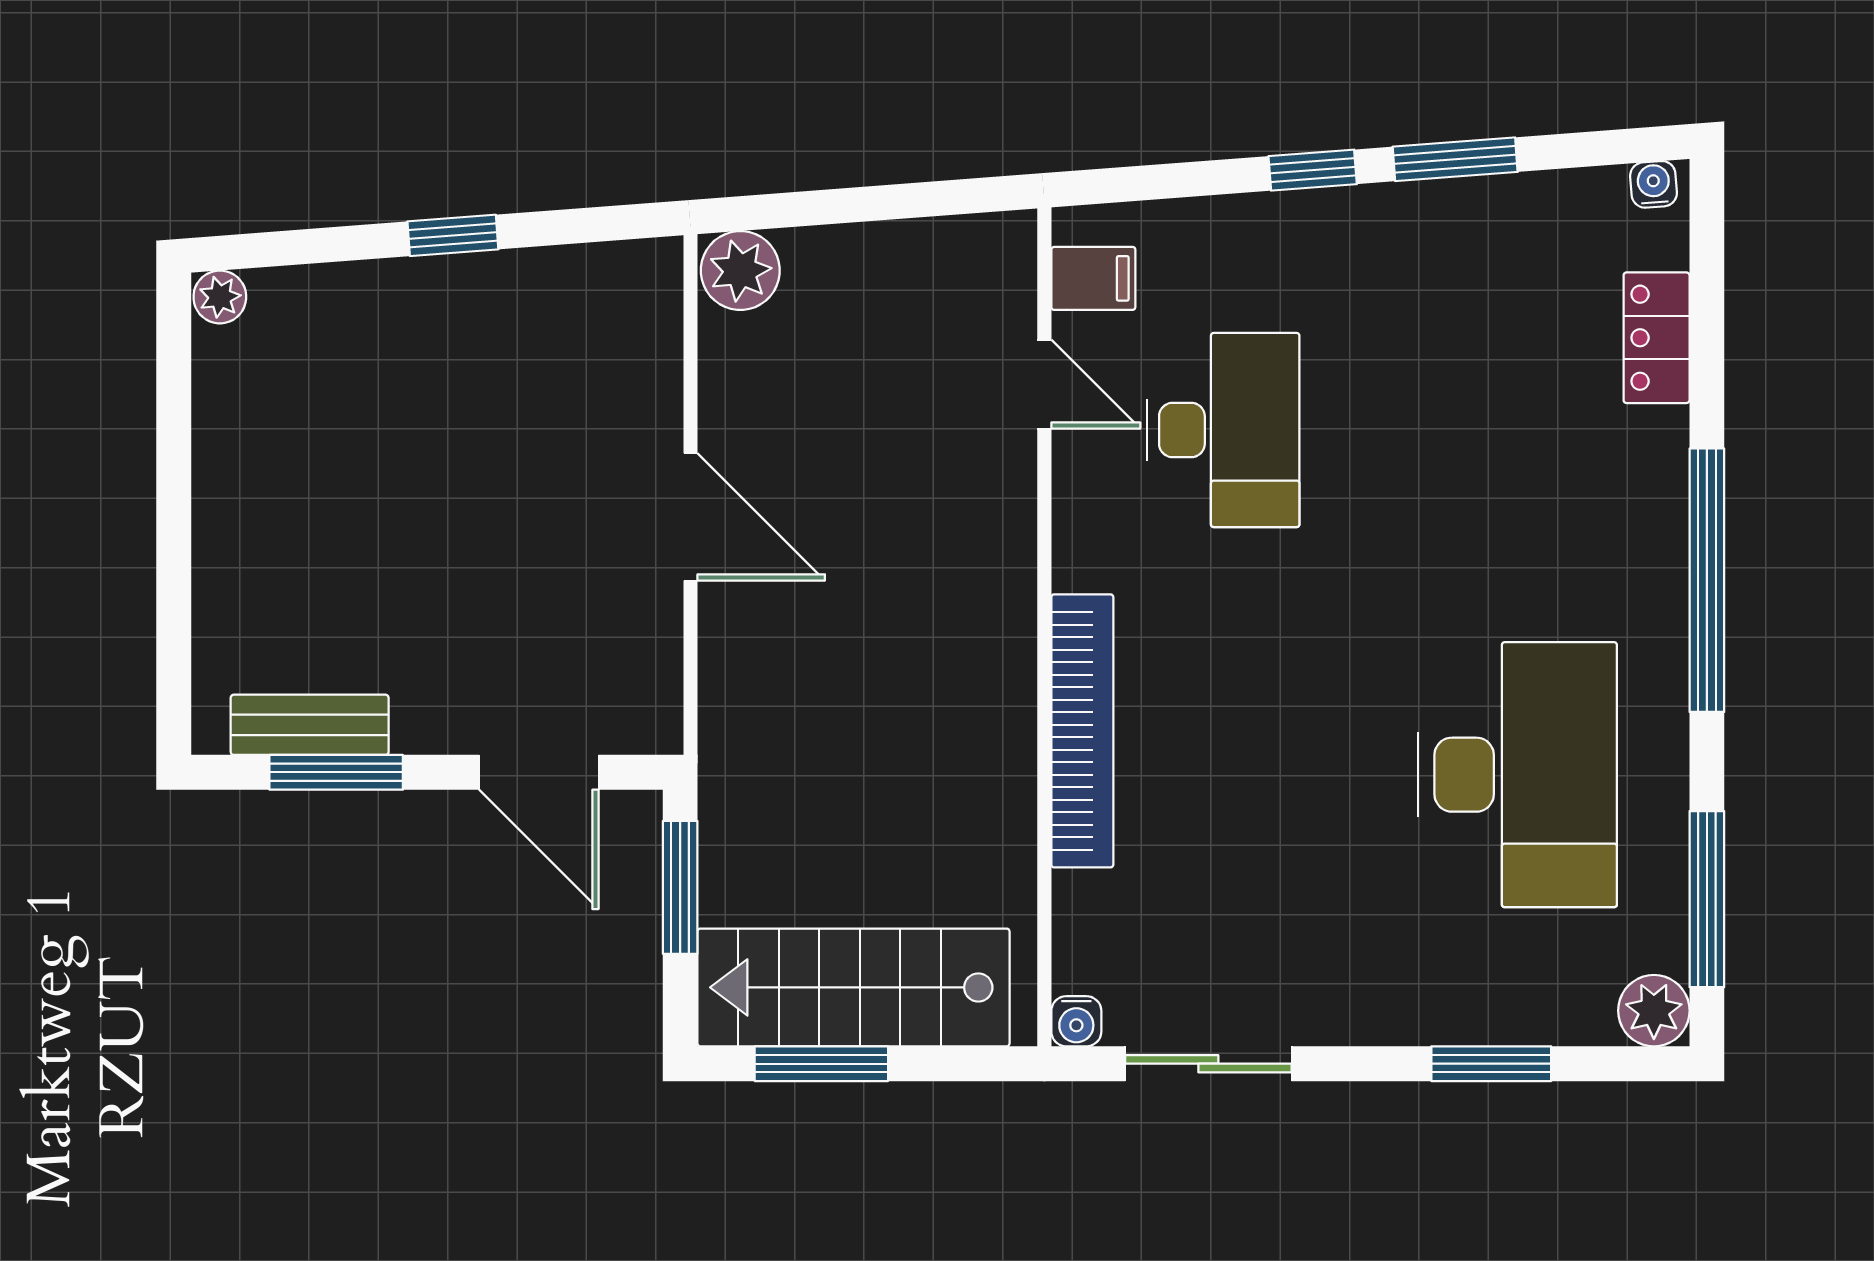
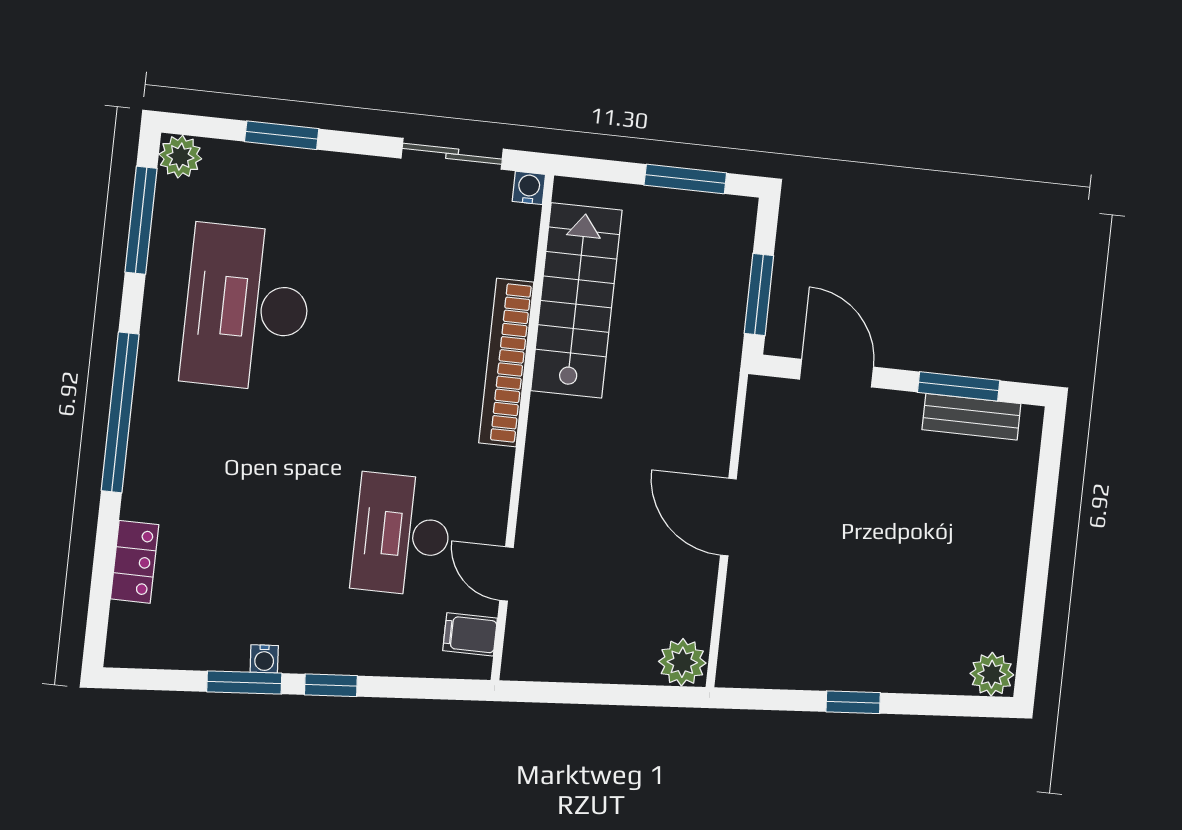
water cooler: (1654, 184) -> (264, 659), moved
plant: (220, 297) -> (992, 674), width x1.38, depth x1.38
stairs: (853, 987) -> (576, 300), moved, turned -90

